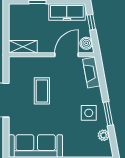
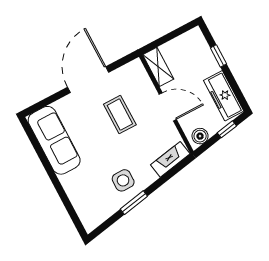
door: (67, 55) -> (168, 107), moved
coffee table: (42, 91) -> (120, 115), turned 90
plant: (104, 135) -> (107, 210), removed

